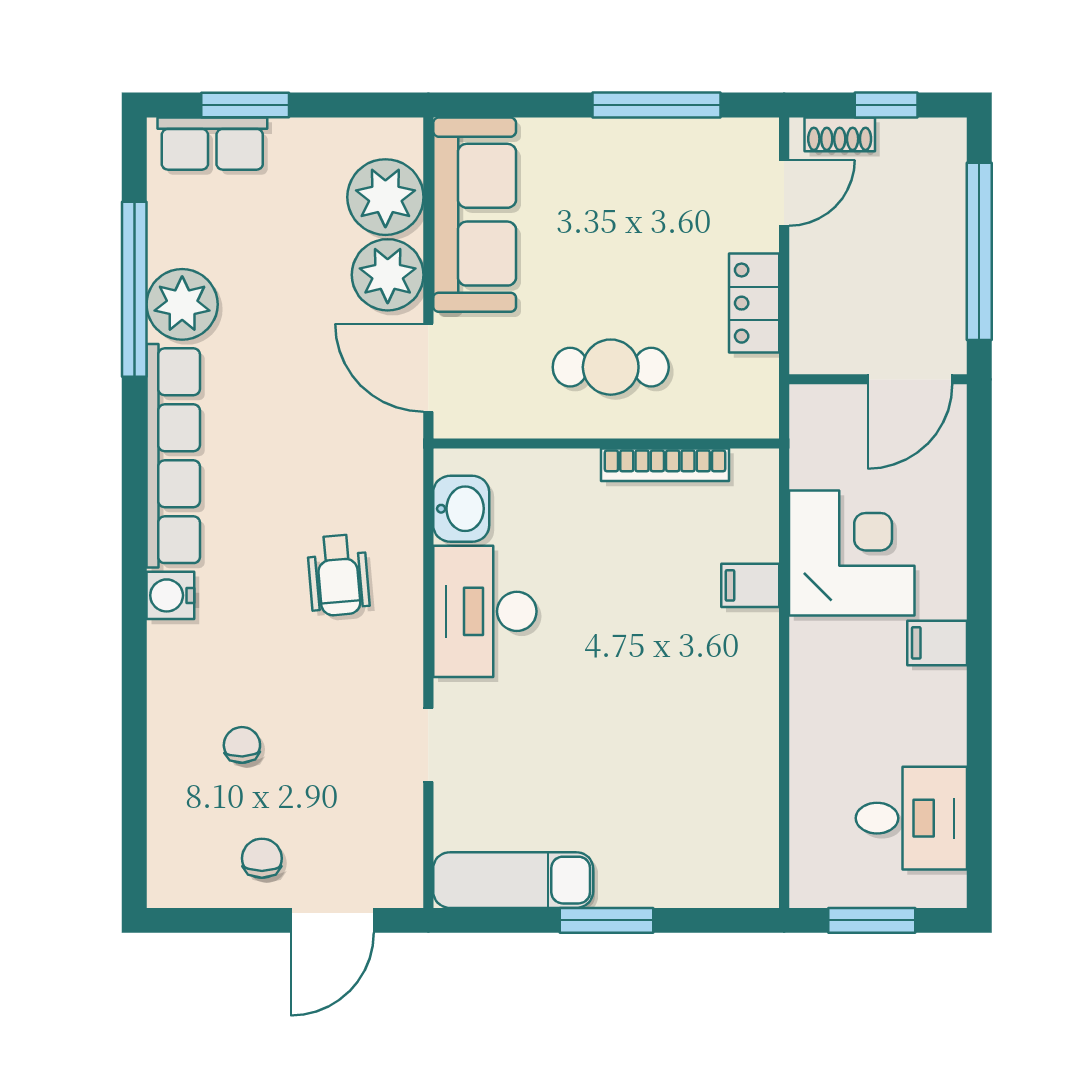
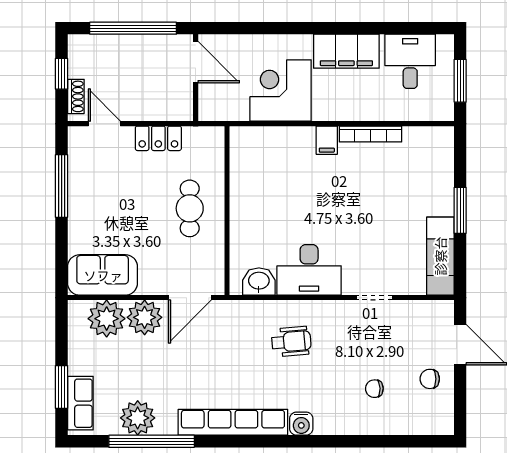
sofa: (475, 215) -> (103, 275), width x0.73
plant: (182, 304) -> (138, 418), moved
bookcase: (665, 465) -> (370, 134), moved, turned 90
filing cabinet: (750, 585) -> (327, 140), moved
filing cabinet: (937, 643) -> (346, 51), width x3.00, depth x1.17

